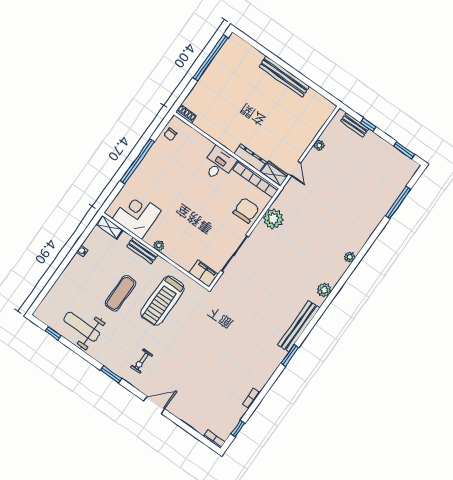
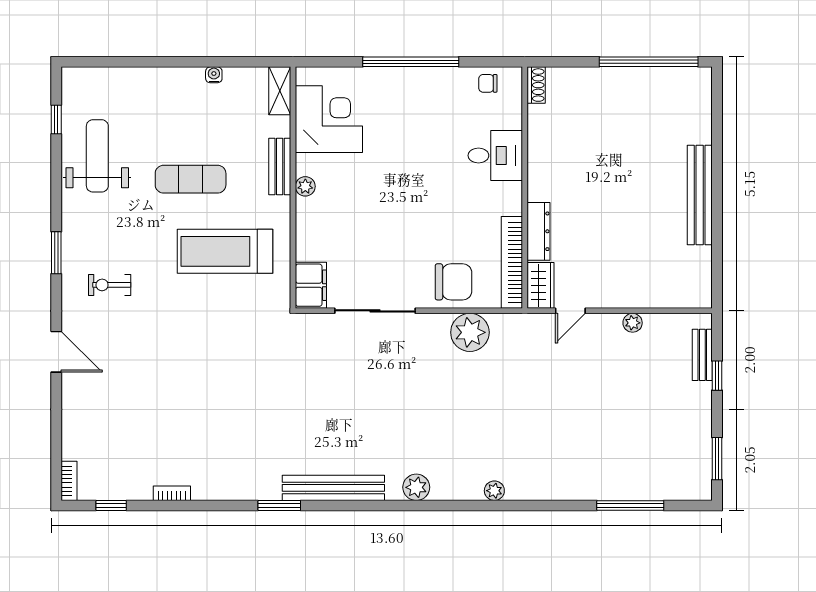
desk: (219, 164) -> (495, 155), moved

